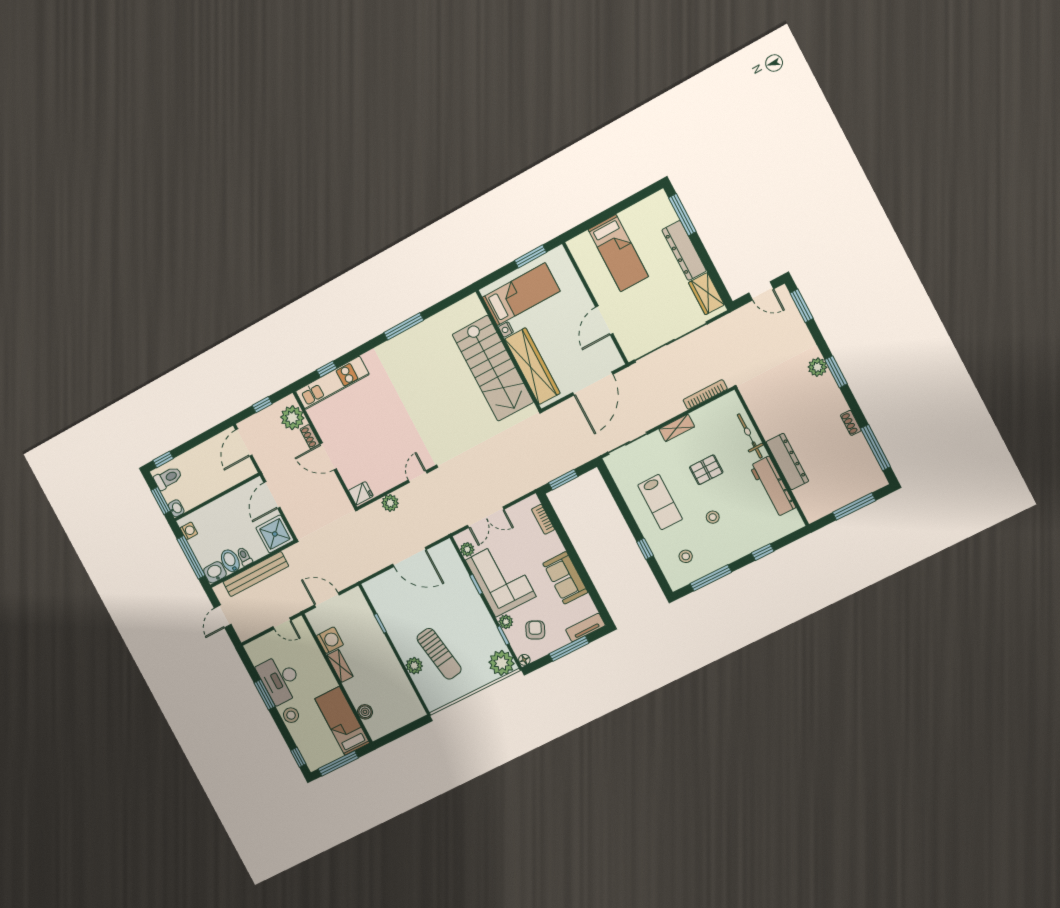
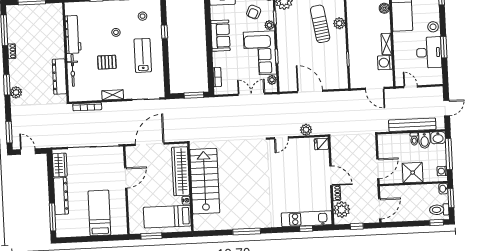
dresser: (787, 462) -> (59, 77), moved
shower: (275, 534) -> (413, 173), moved

